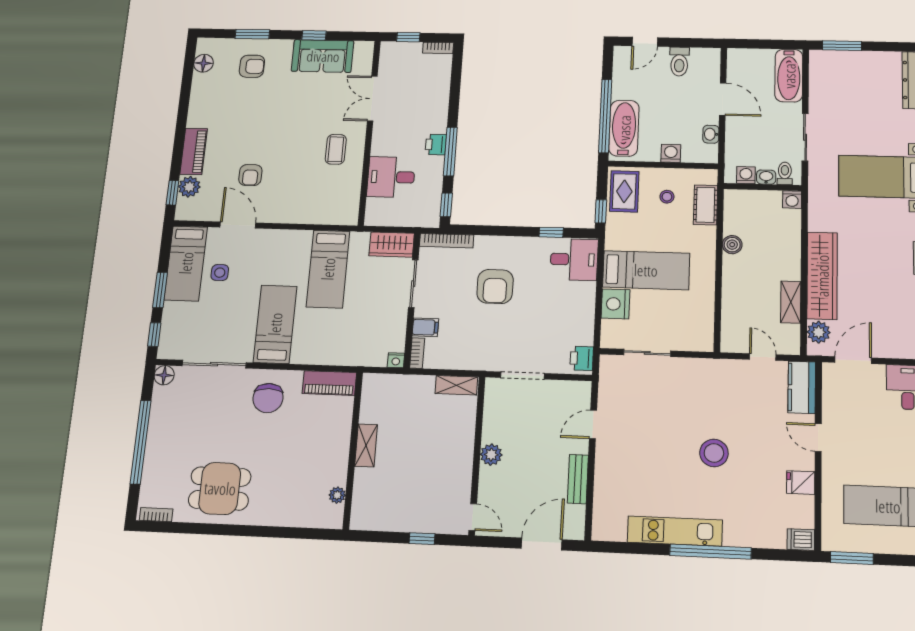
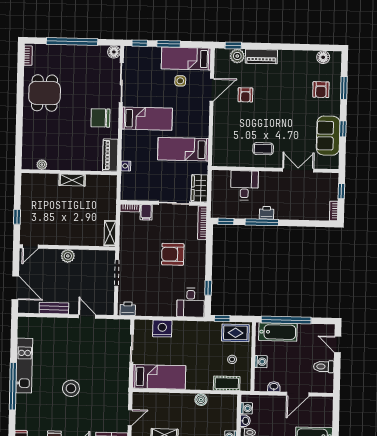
armchair: (250, 175) -> (245, 95), turned -90
bed: (646, 270) -> (159, 377), moved, turned -90
nightstand: (396, 360) -> (126, 166), moved

